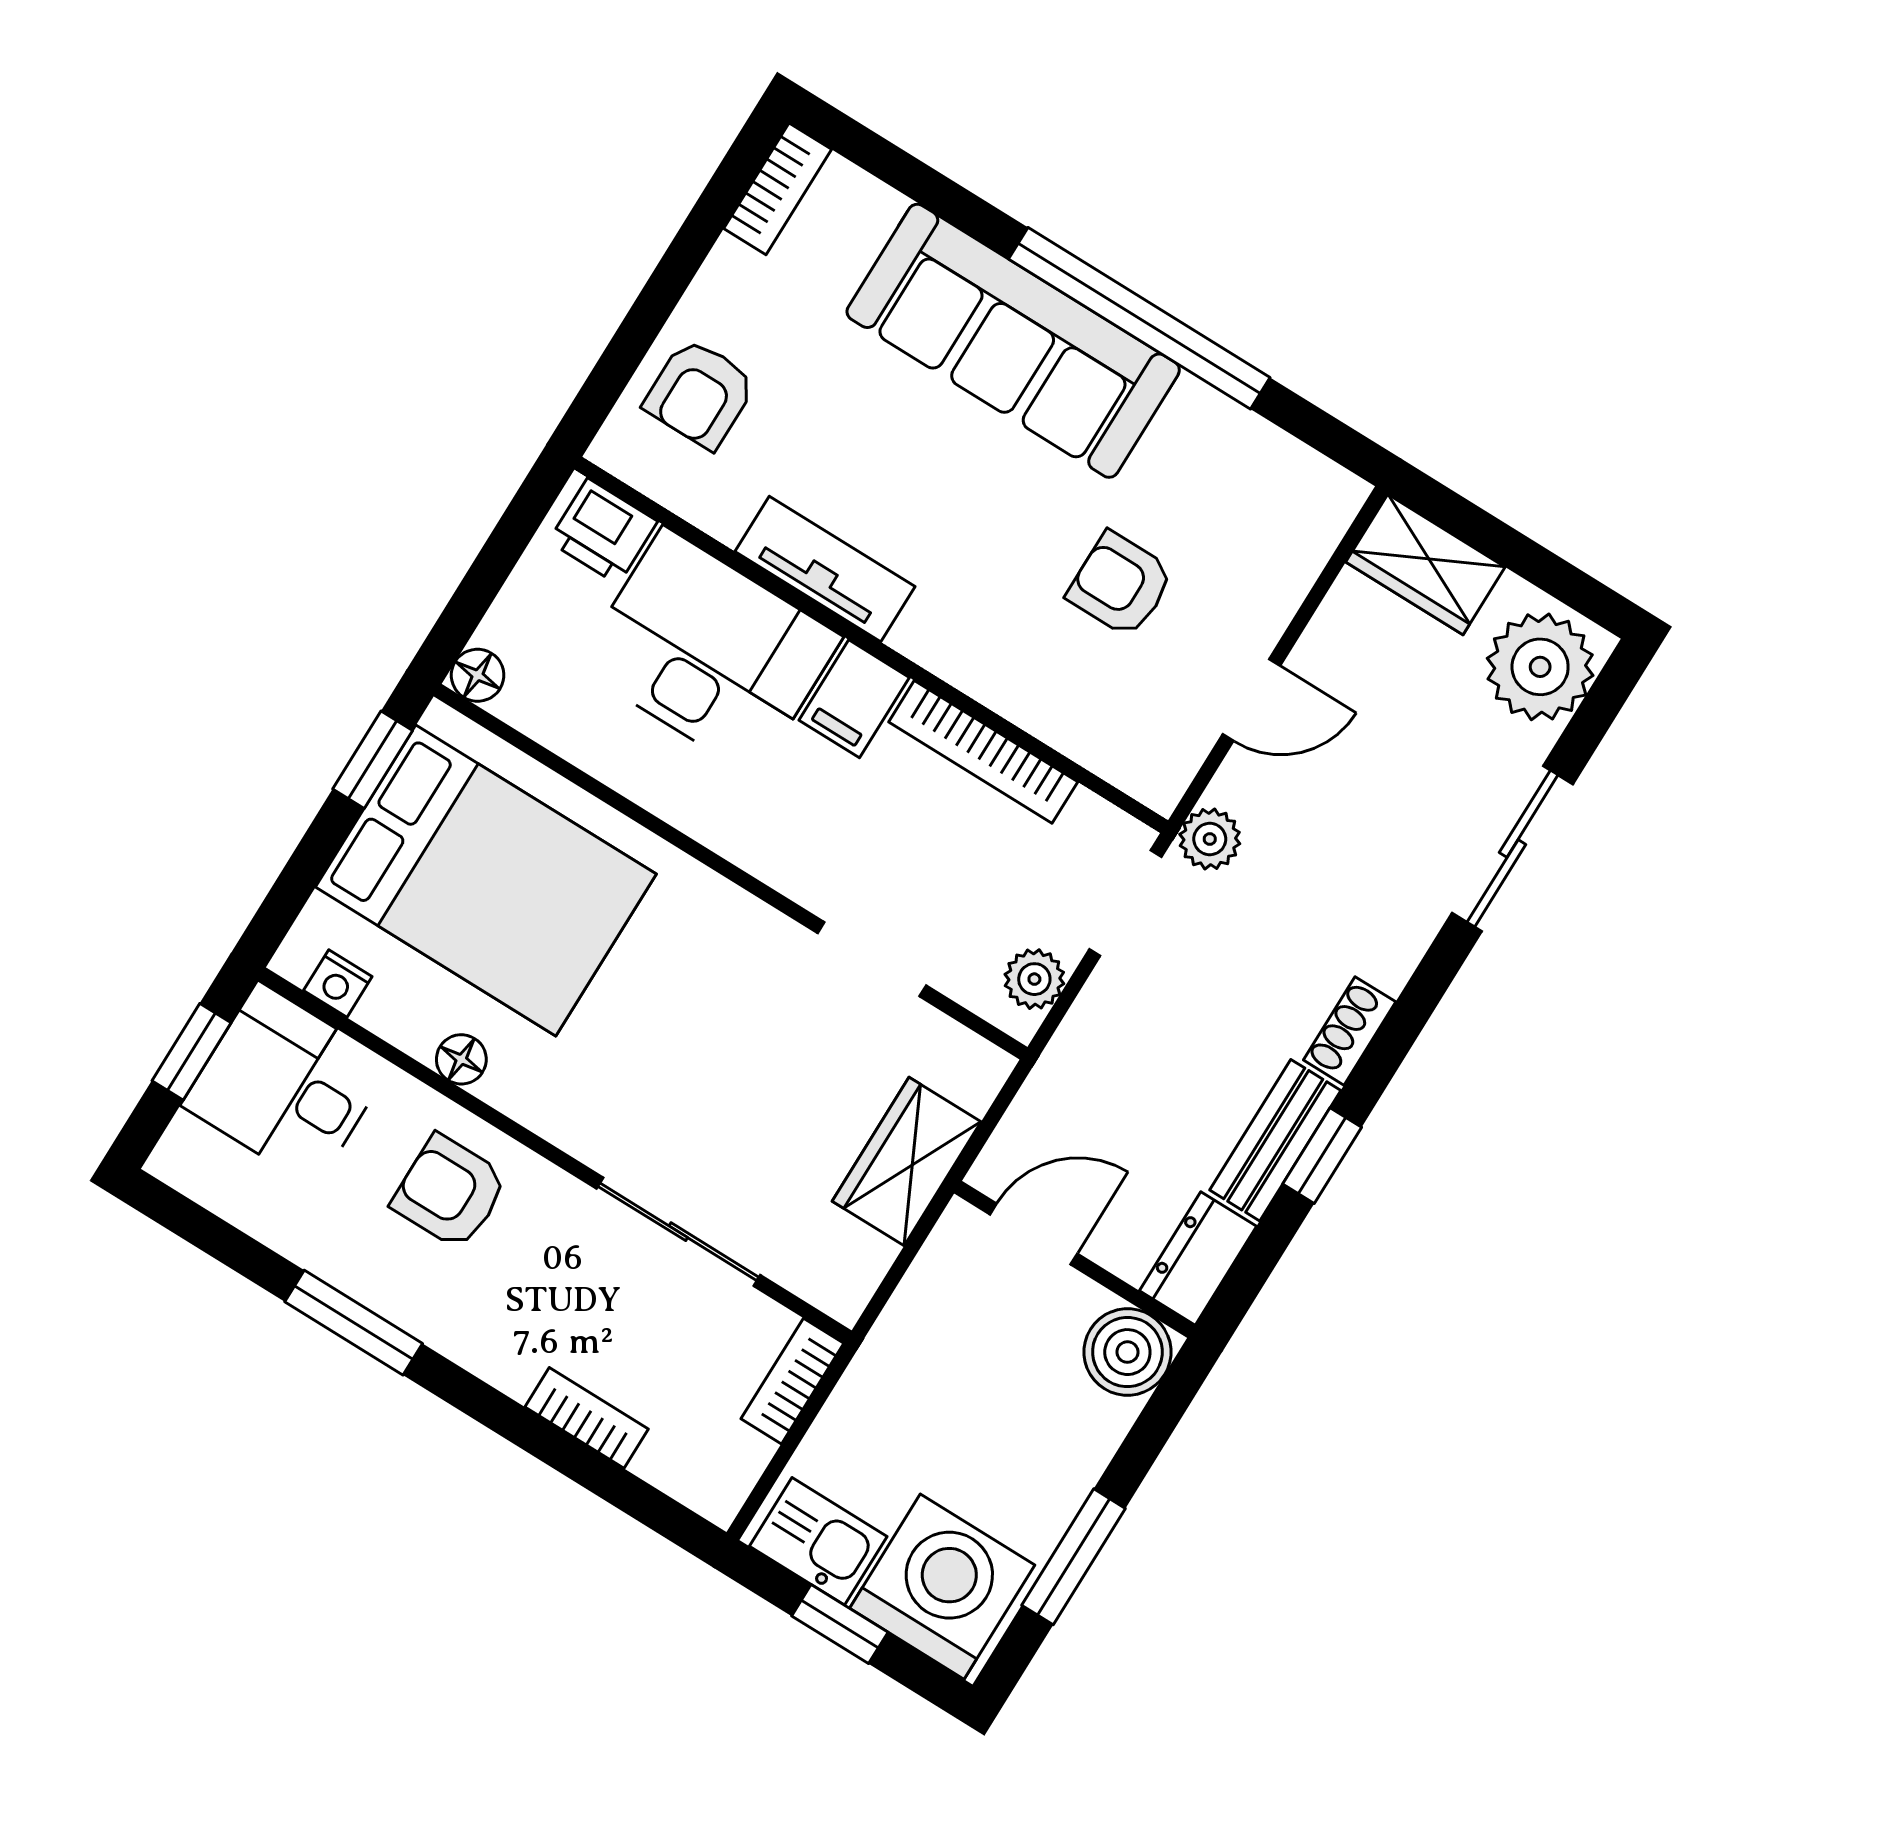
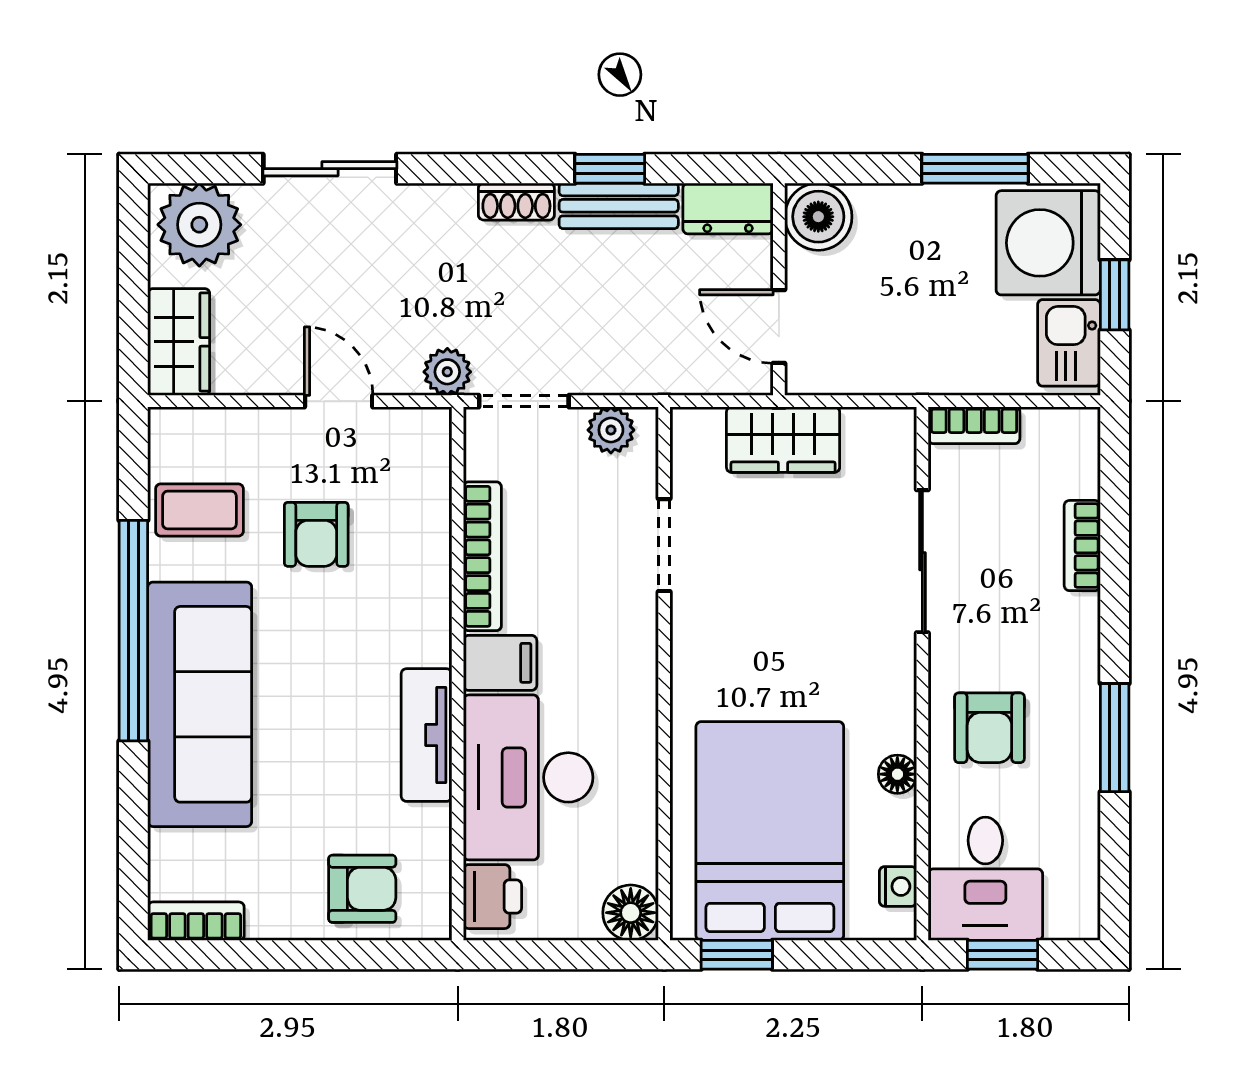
coffee table: (1227, 473) -> (199, 510), added
floor lamp: (478, 675) -> (631, 913), width x1.37, depth x1.37

